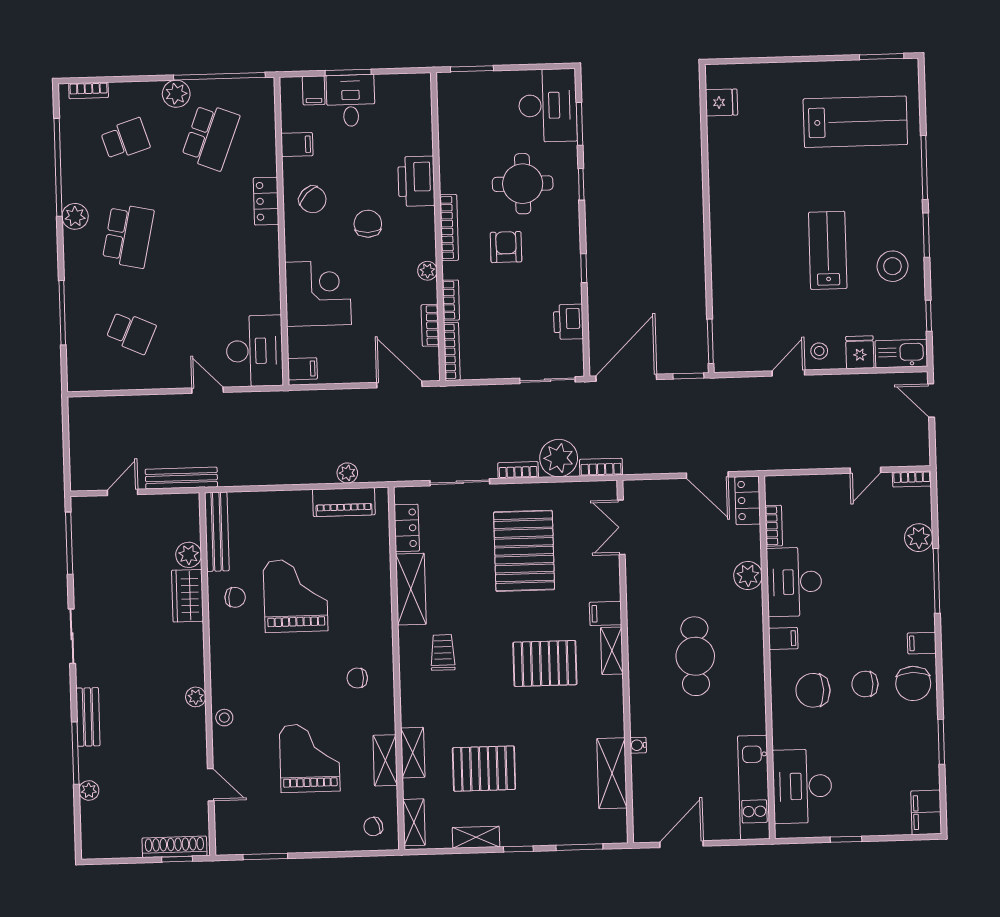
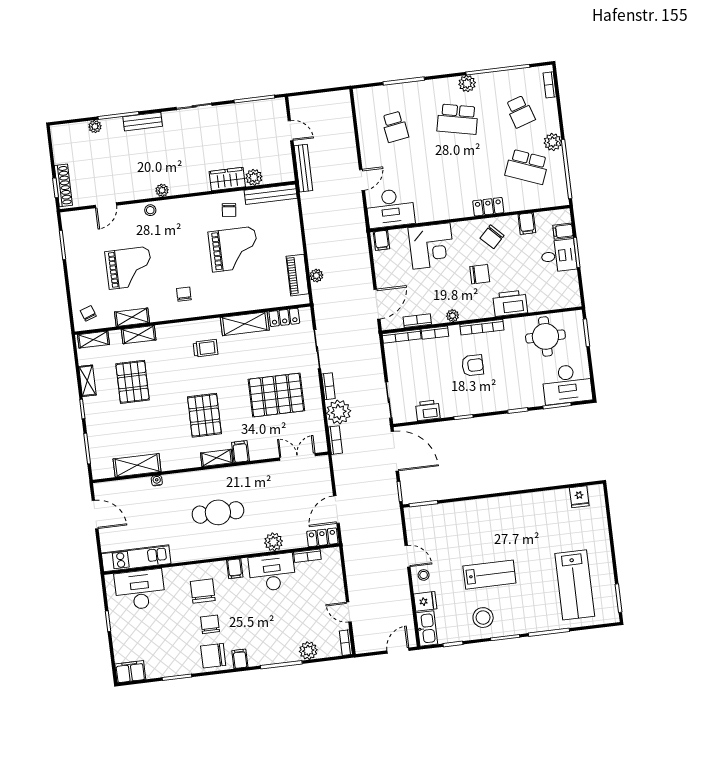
round table: (523, 184) -> (545, 336), moved
school desk: (131, 332) -> (395, 127), turned -33

